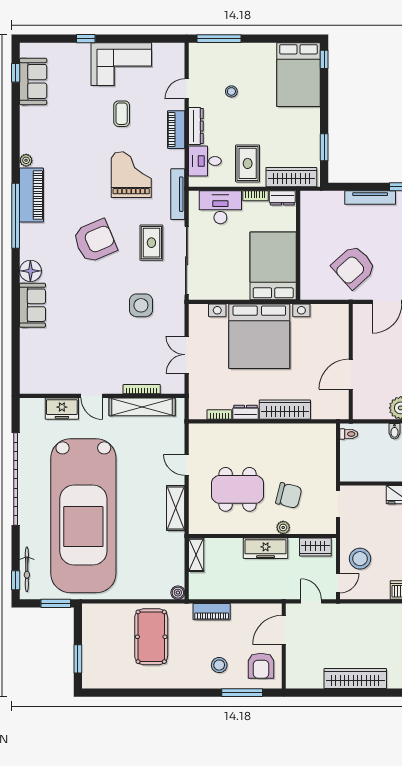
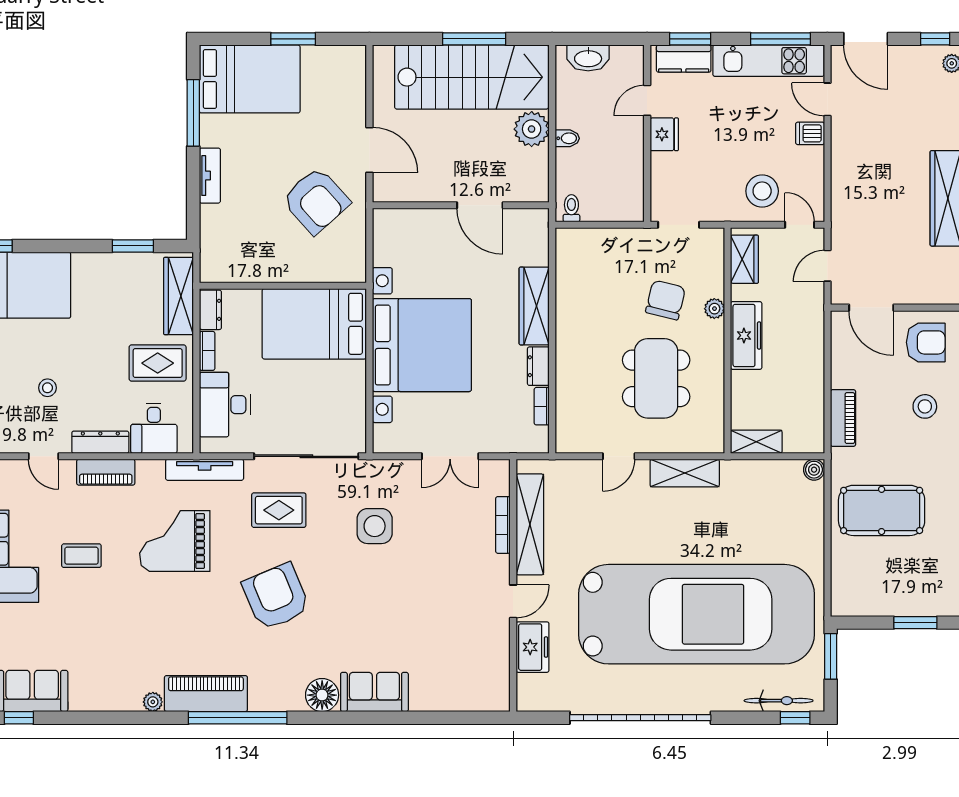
tv unit: (370, 198) -> (210, 176), width x0.71

